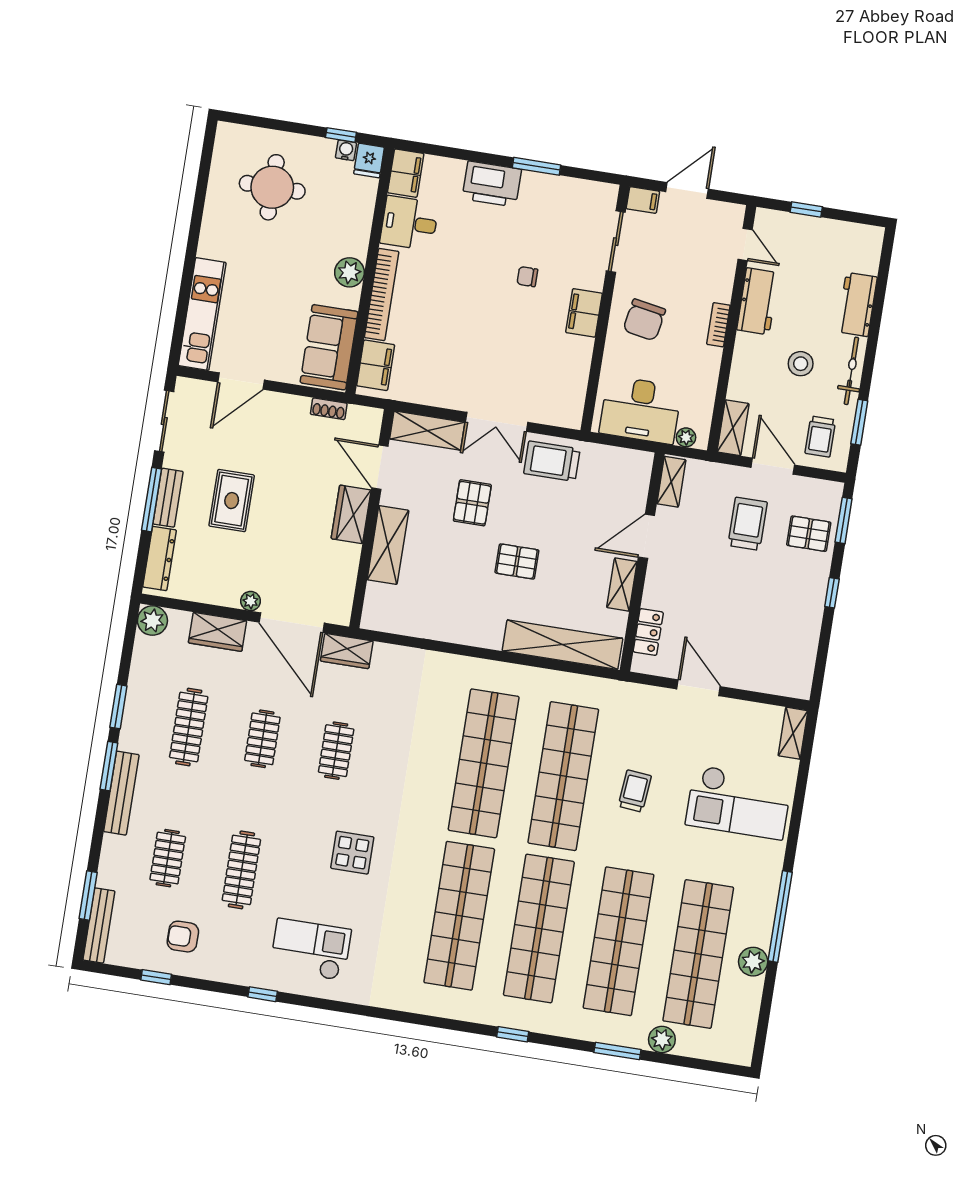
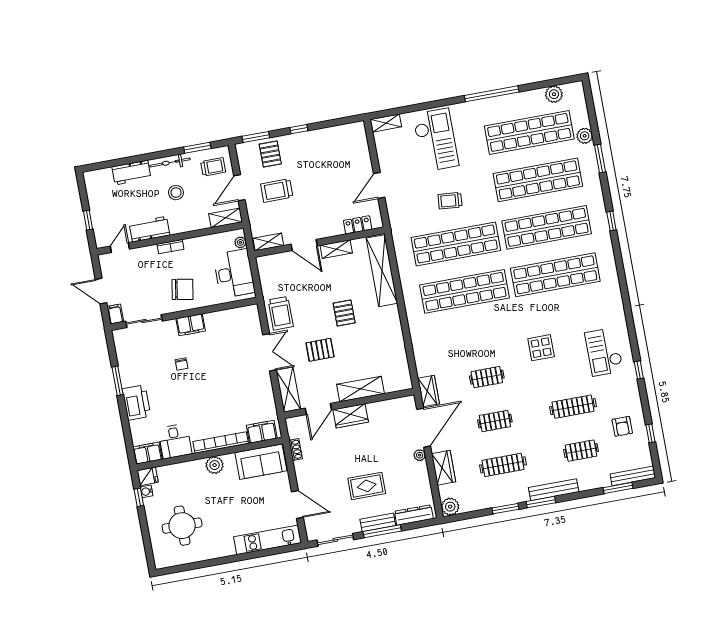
plant: (753, 962) -> (554, 94), moved

